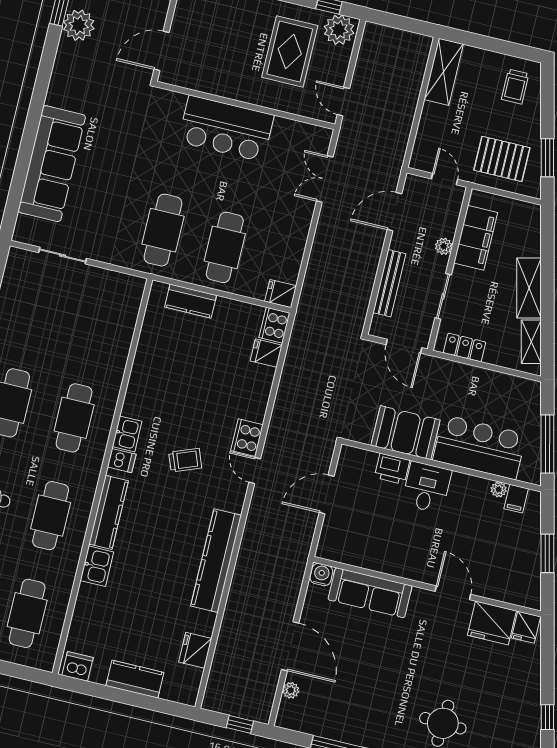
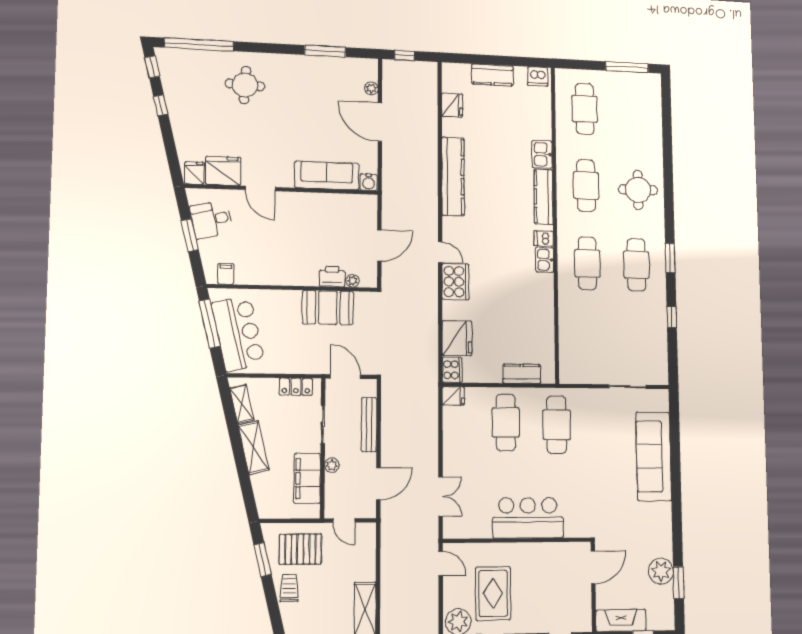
trolley: (515, 87) -> (289, 588), moved
fridge: (266, 353) -> (457, 338), width x1.88, depth x1.34
cooker: (247, 438) -> (456, 282), width x1.37, depth x1.31
bar counter: (479, 447) -> (238, 333), moved, turned -103
trolley: (185, 460) -> (495, 249), removed
desk: (427, 487) -> (211, 220), moved, turned 77
plant: (499, 489) -> (353, 281), moved

